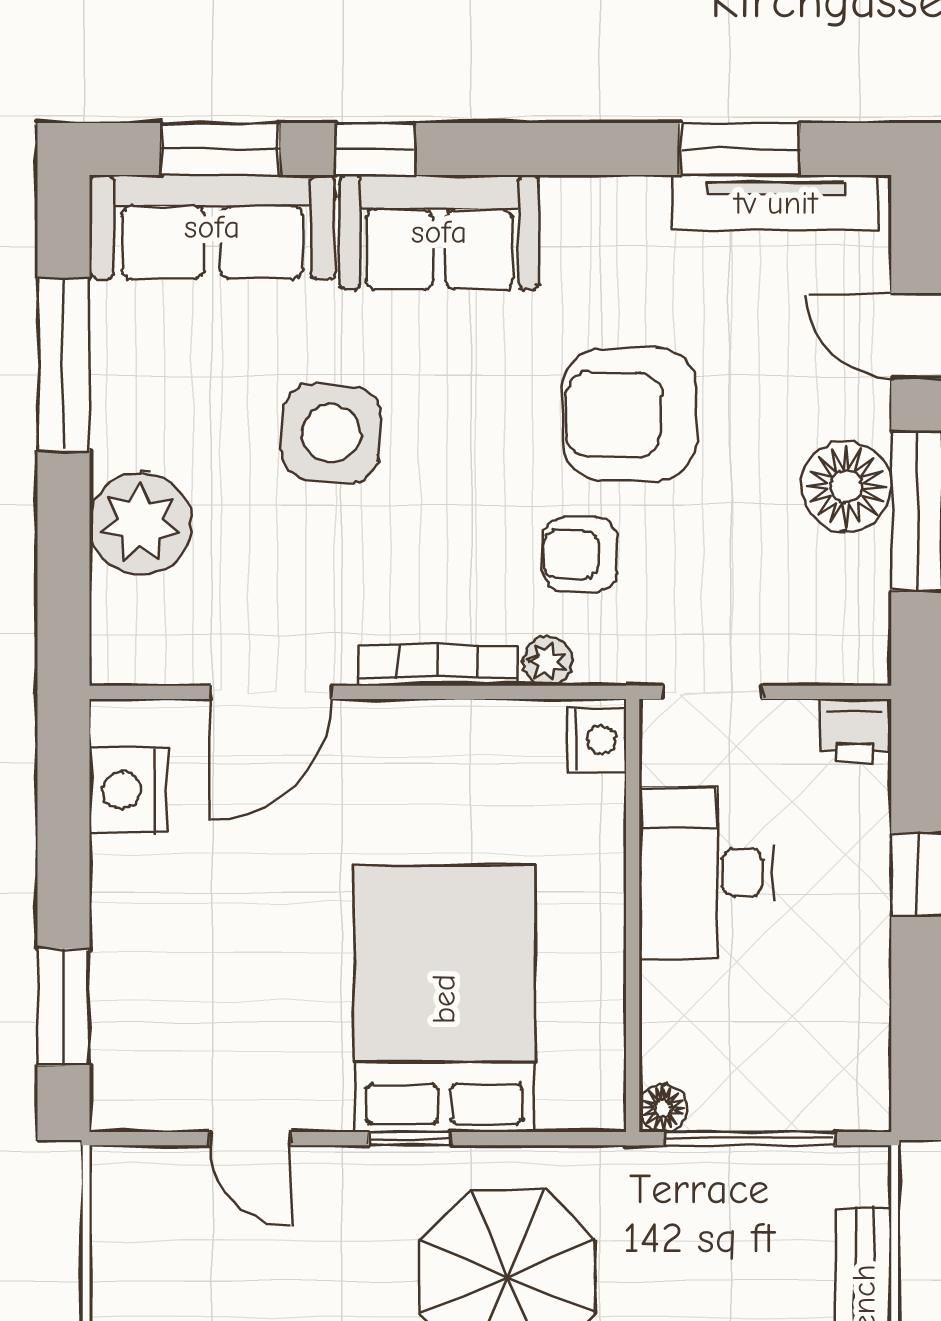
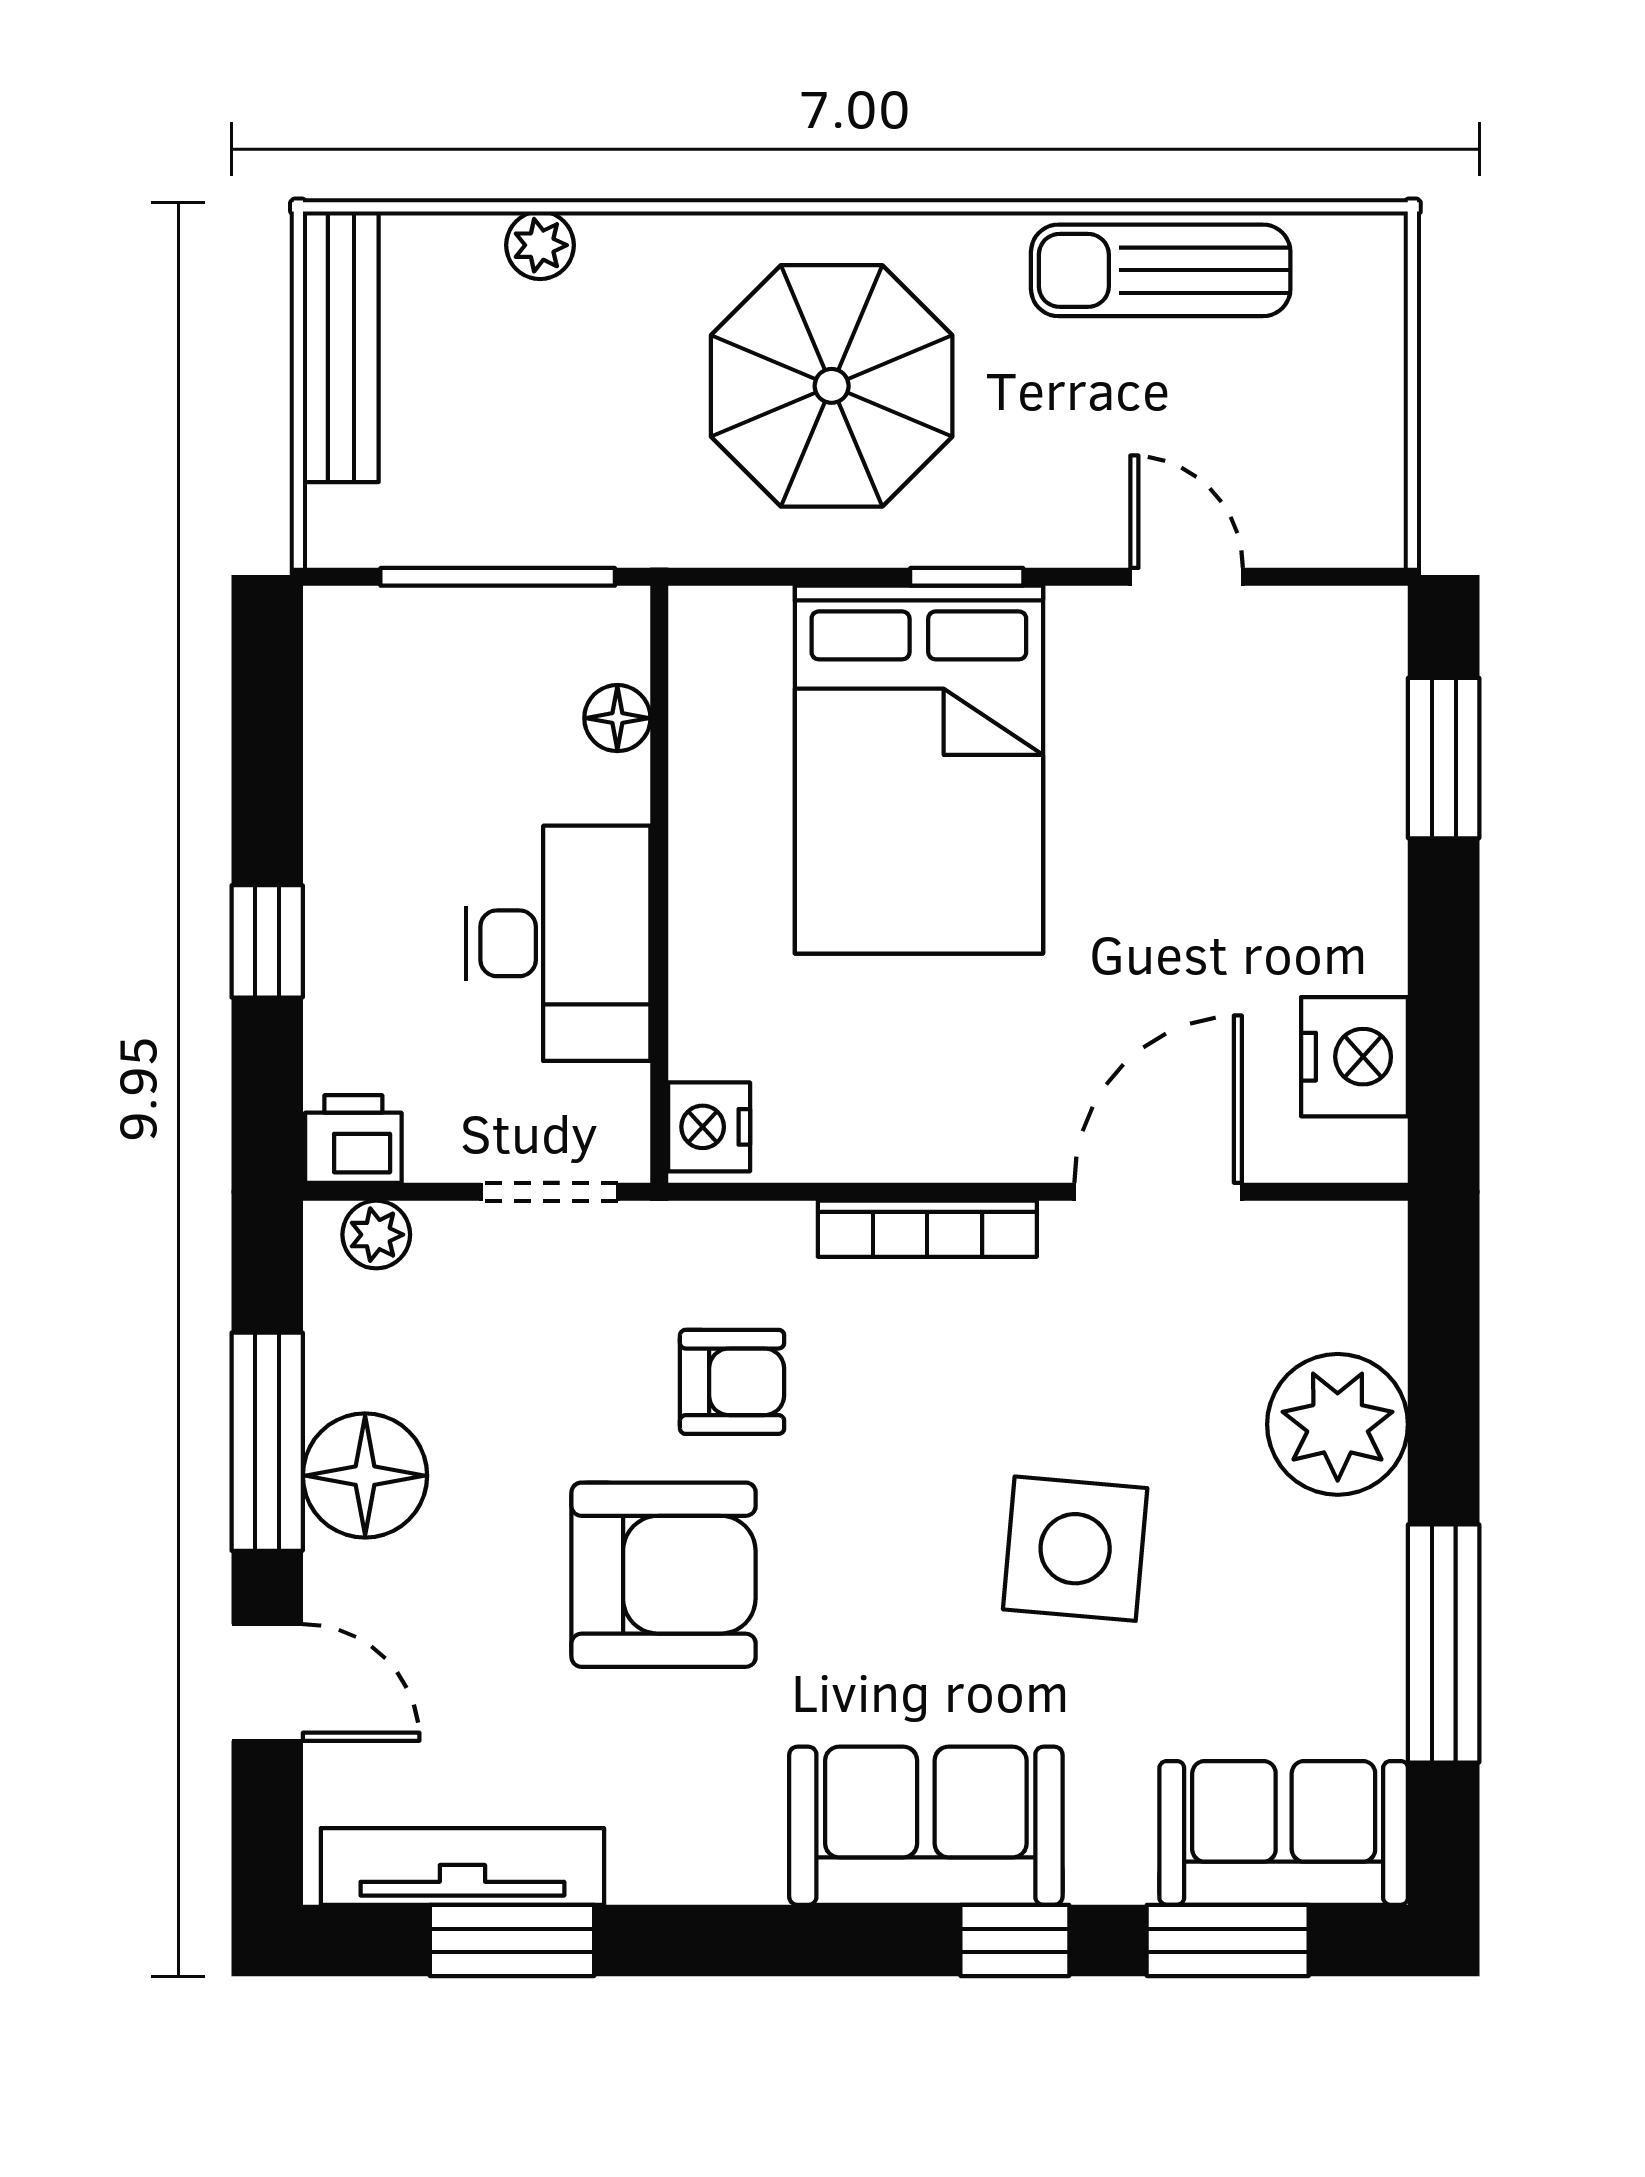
sofa: (212, 227) -> (1284, 1833), width x0.73
plant: (547, 661) -> (376, 1235), moved
floor lamp: (663, 1108) -> (617, 718), moved

